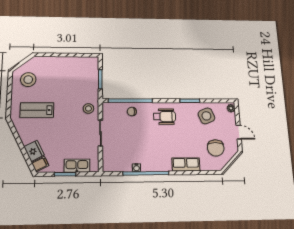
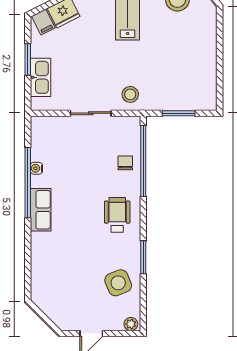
wheelchair: (164, 117) -> (117, 215), turned 180
chair: (216, 148) -> (66, 294), removed
row of seats: (186, 164) -> (41, 210), moved

